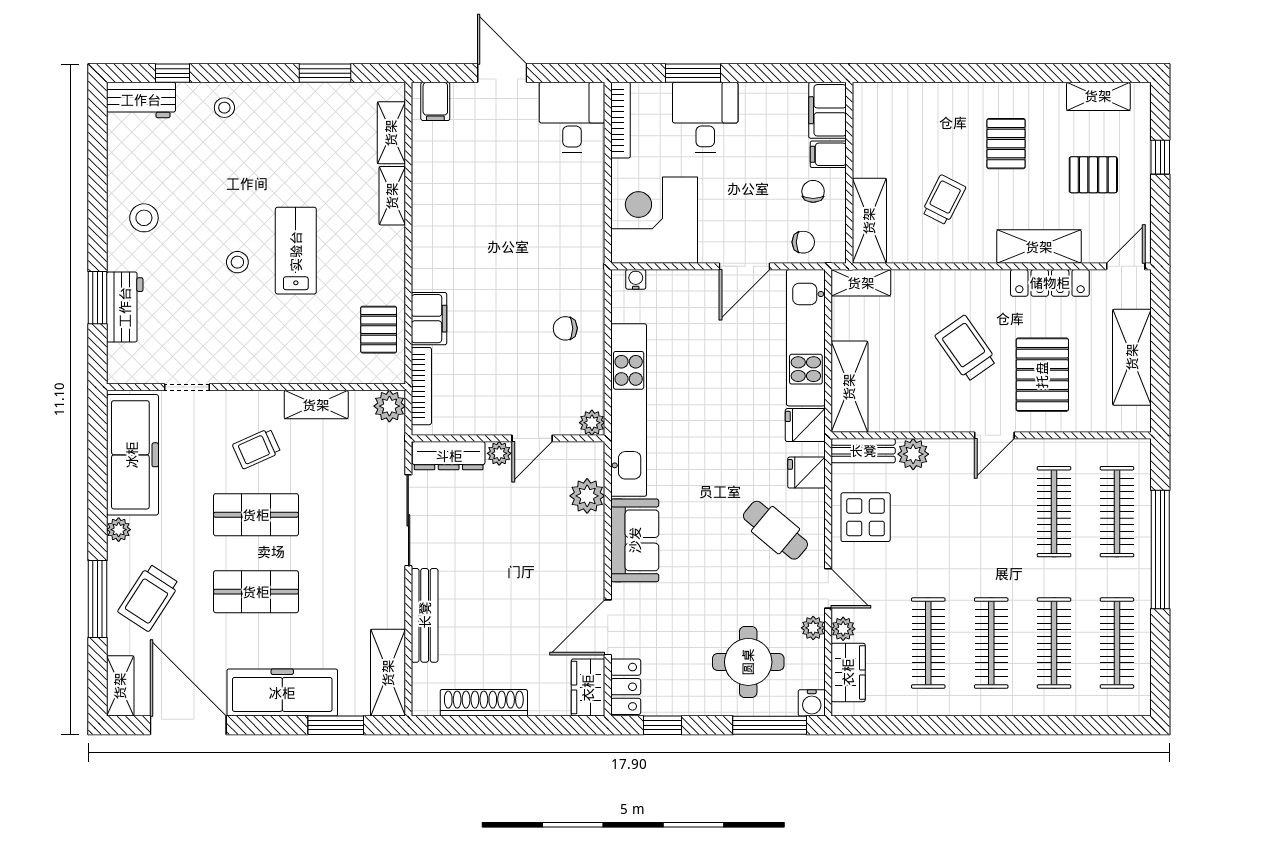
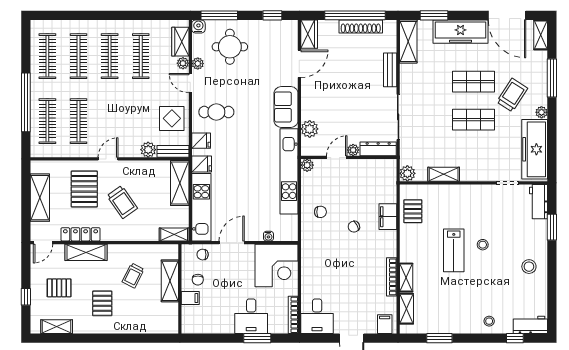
filing cabinet: (828, 110) -> (191, 320), removed
shelving: (869, 221) -> (170, 281), moved
water cooler: (636, 279) -> (268, 236), moved
chair: (498, 299) -> (354, 227), added
workbench: (125, 307) -> (538, 202), moved
bookcase: (421, 386) -> (392, 277), moved
trolley: (257, 449) -> (473, 152), removed
cafe table: (775, 530) -> (216, 112), turned -40
trolley: (149, 598) -> (512, 95), moved
bench: (425, 615) -> (390, 70), width x0.73
locker: (626, 687) -> (291, 35), removed
window: (495, 725) -> (355, 15), added

